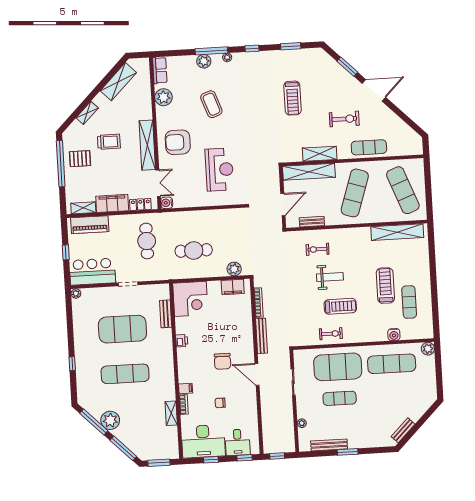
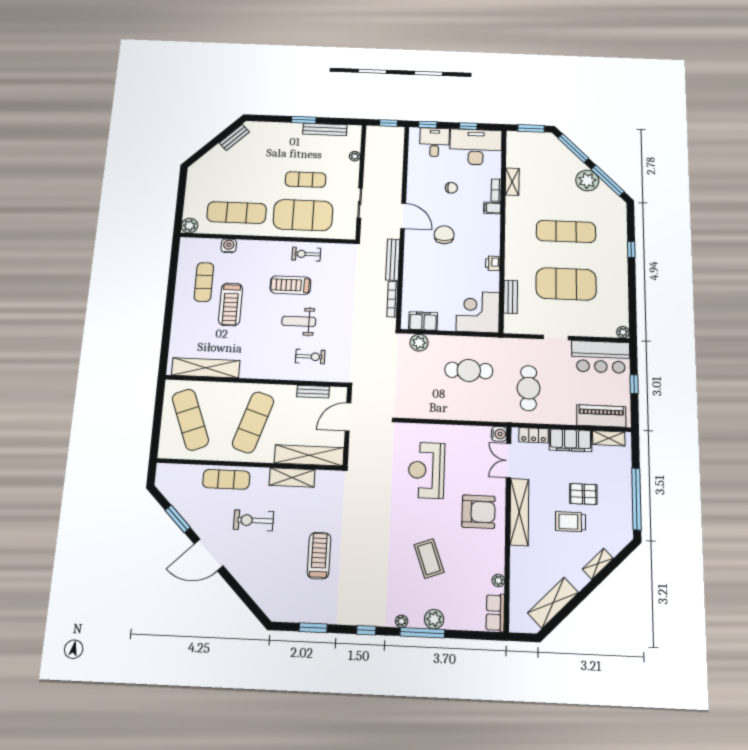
window: (347, 67) -> (178, 519), moved
plant: (163, 97) -> (498, 580), width x0.53, depth x0.53
pallet: (80, 159) -> (583, 494), moved

